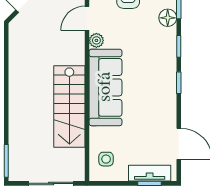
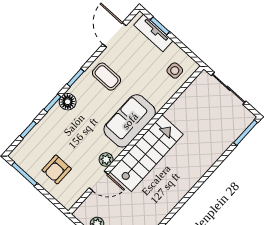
floor lamp: (168, 18) -> (68, 102), moved
sofa: (105, 87) -> (130, 121), width x0.73
coffee table: (155, 106) -> (107, 77), added
stairs: (69, 107) -> (147, 153), moved

